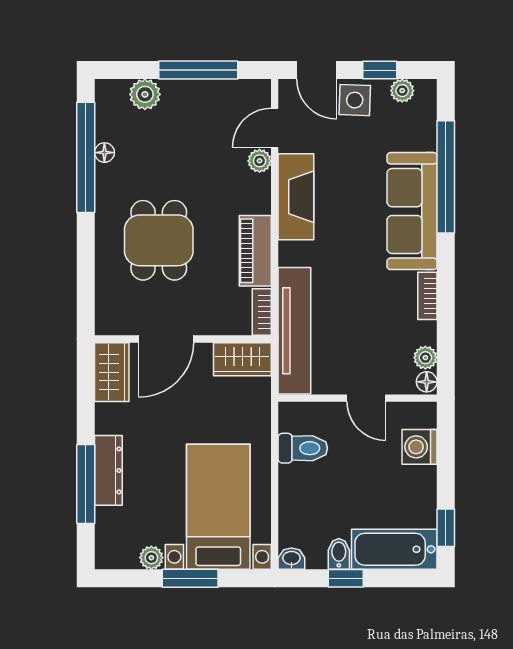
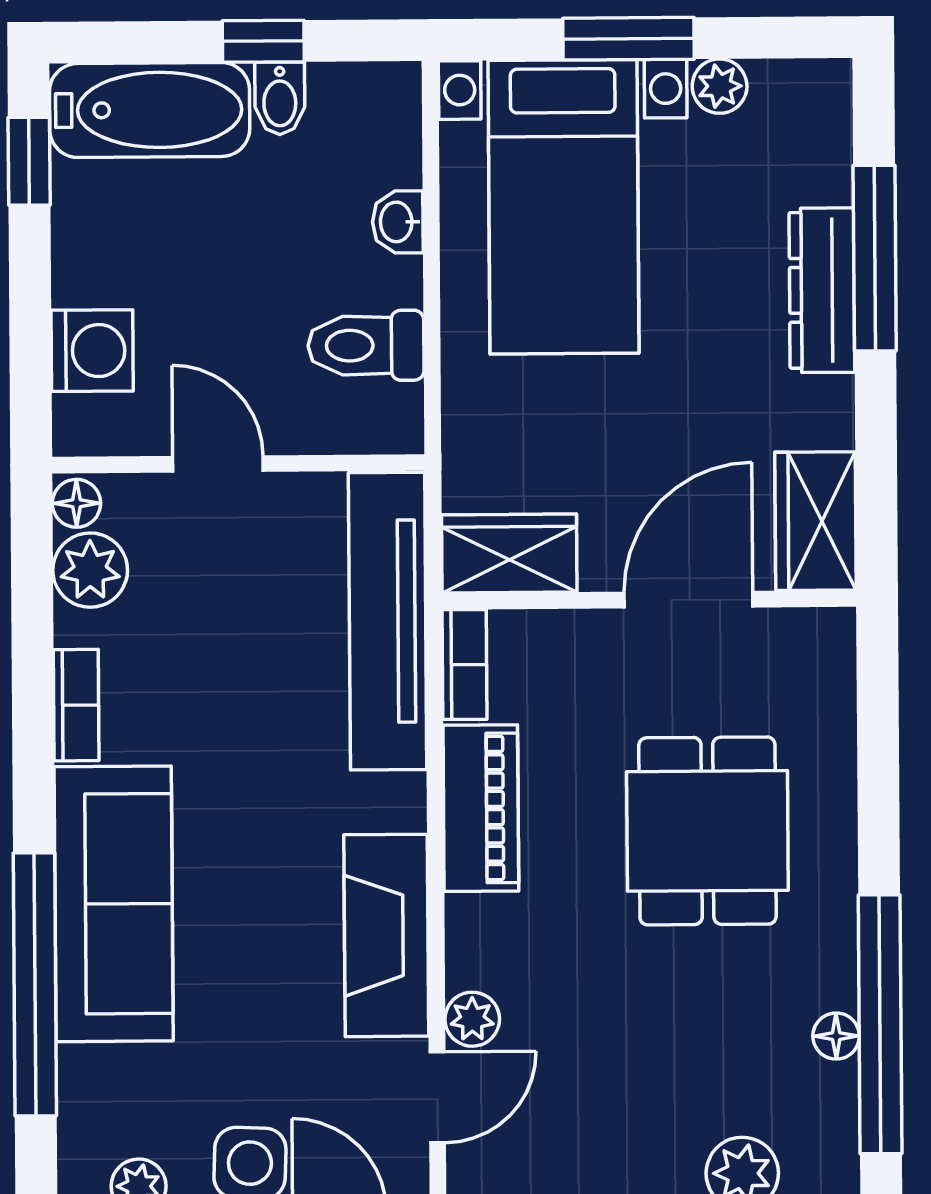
plant: (425, 358) -> (90, 570), width x1.38, depth x1.38
washbasin: (291, 559) -> (398, 222), moved, turned 90

